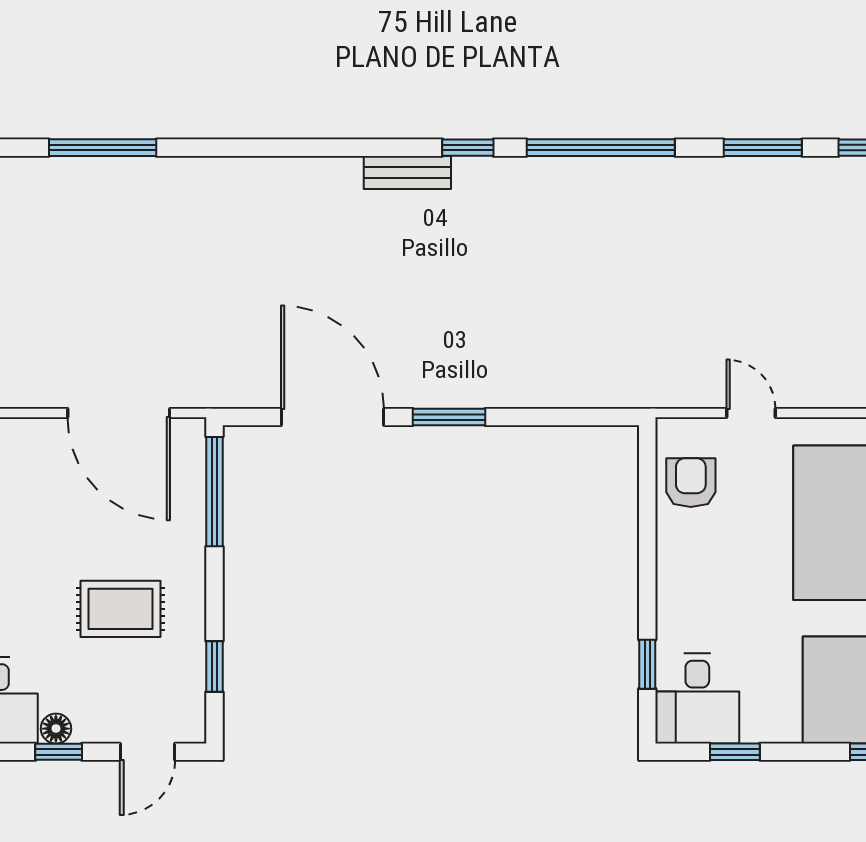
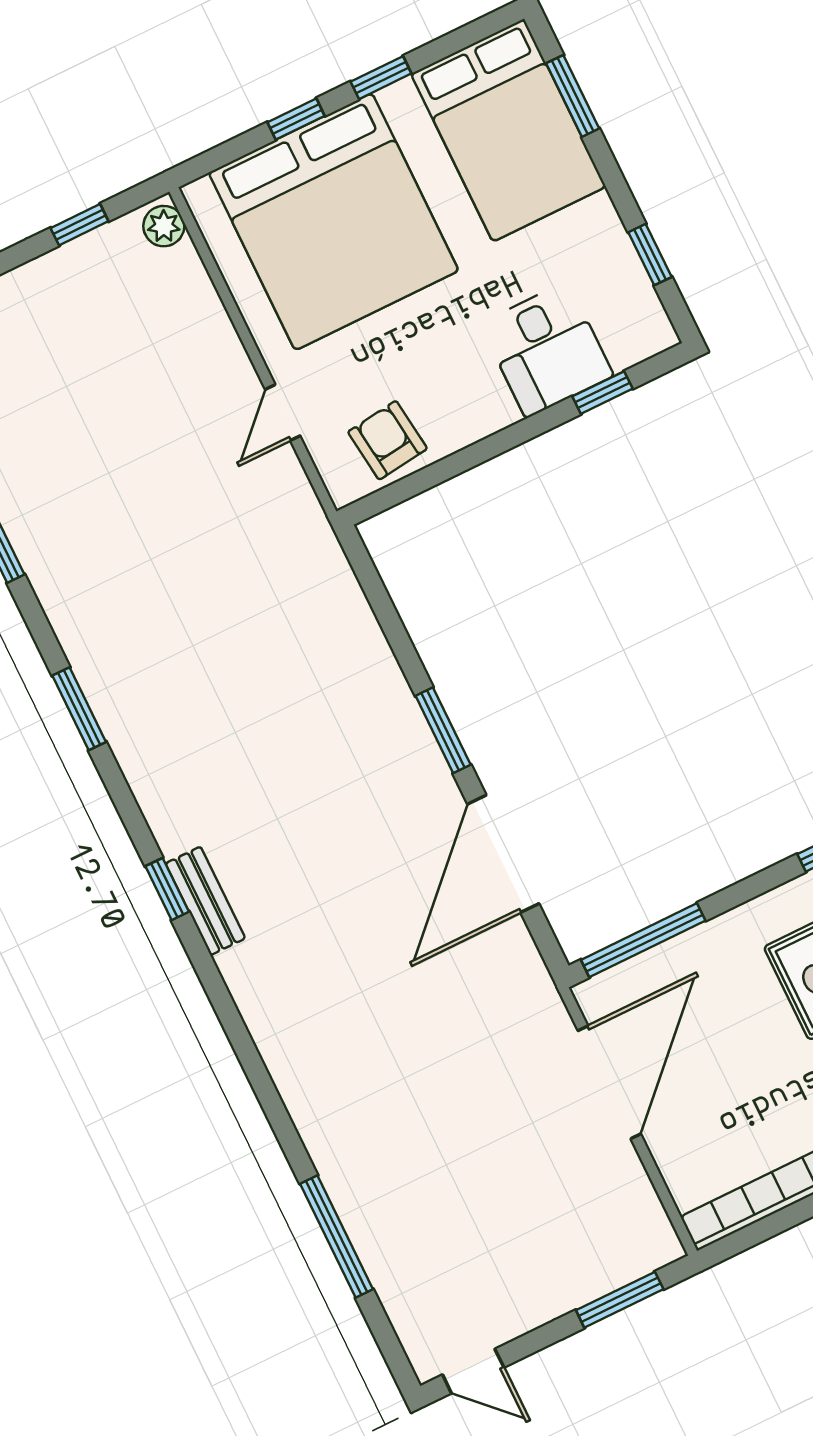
window: (468, 148) -> (167, 889), moved
window: (601, 148) -> (79, 709), width x0.47
armchair: (691, 483) -> (388, 440), turned 83
desk: (697, 698) -> (547, 350), moved, turned 90

